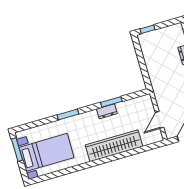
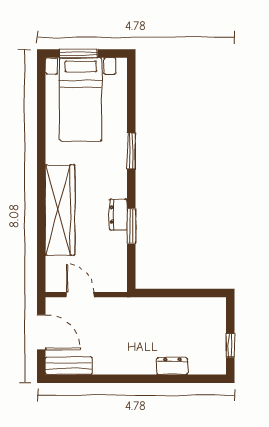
window: (148, 29) -> (230, 345), moved
window: (17, 150) -> (78, 54), moved

